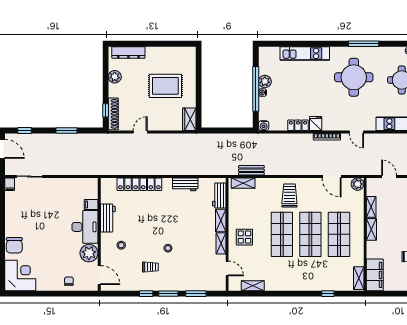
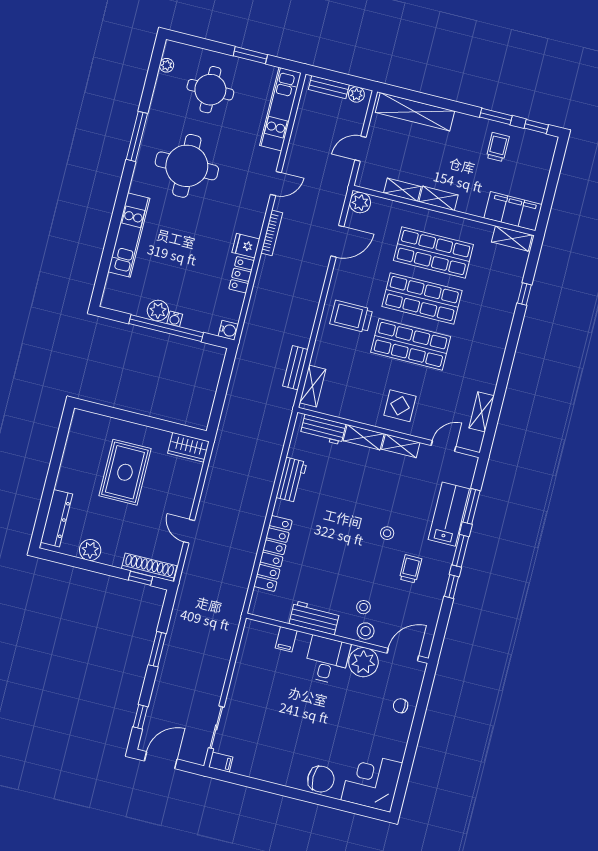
desk: (85, 227) -> (327, 660), width x0.73
stool: (107, 250) -> (366, 631), added
lab bench: (188, 281) -> (449, 514), added

